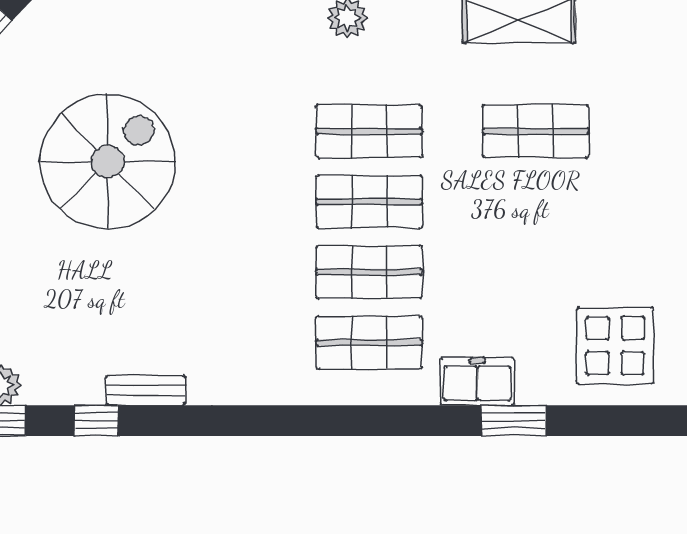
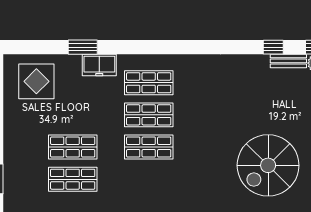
shop shelf: (369, 131) -> (73, 147), moved
bench: (146, 390) -> (288, 61), moved

